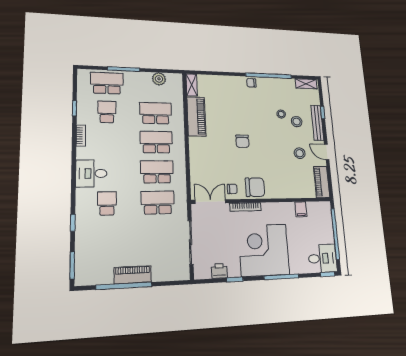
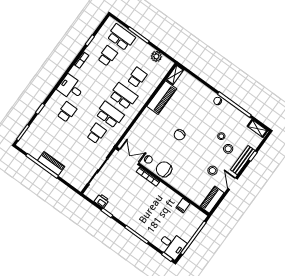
school desk: (156, 113) -> (137, 77), width x0.54
chair: (255, 187) -> (164, 169), turned 180
school desk: (158, 202) -> (96, 133), width x0.54
corner desk: (264, 250) -> (139, 211), removed

